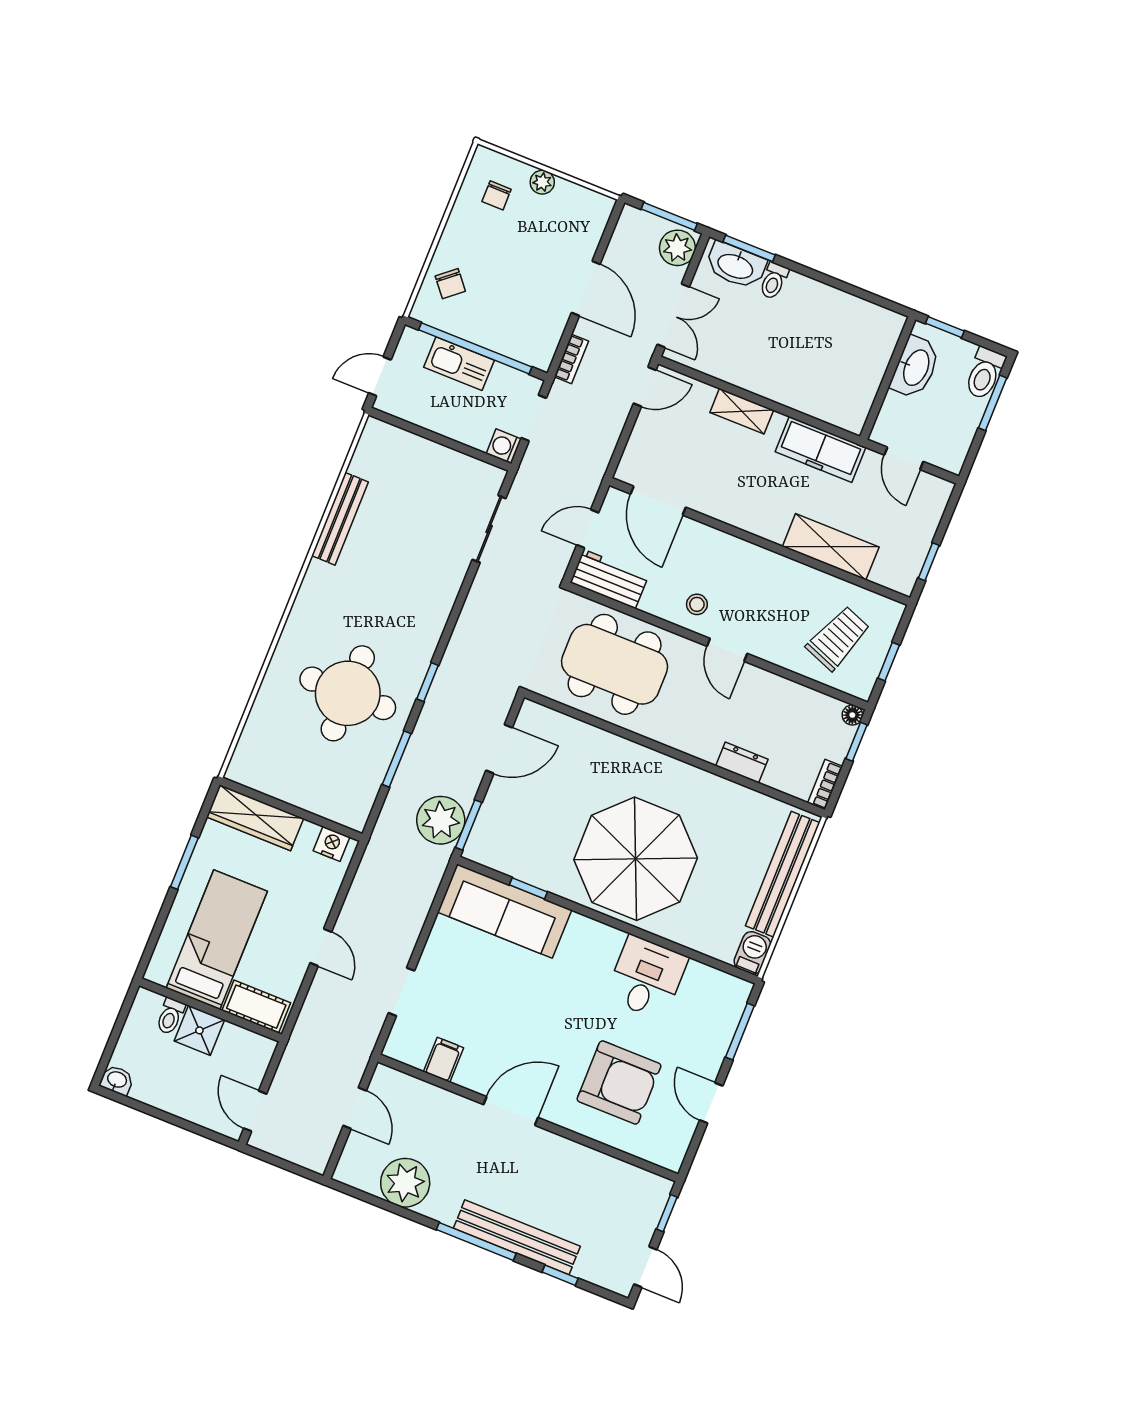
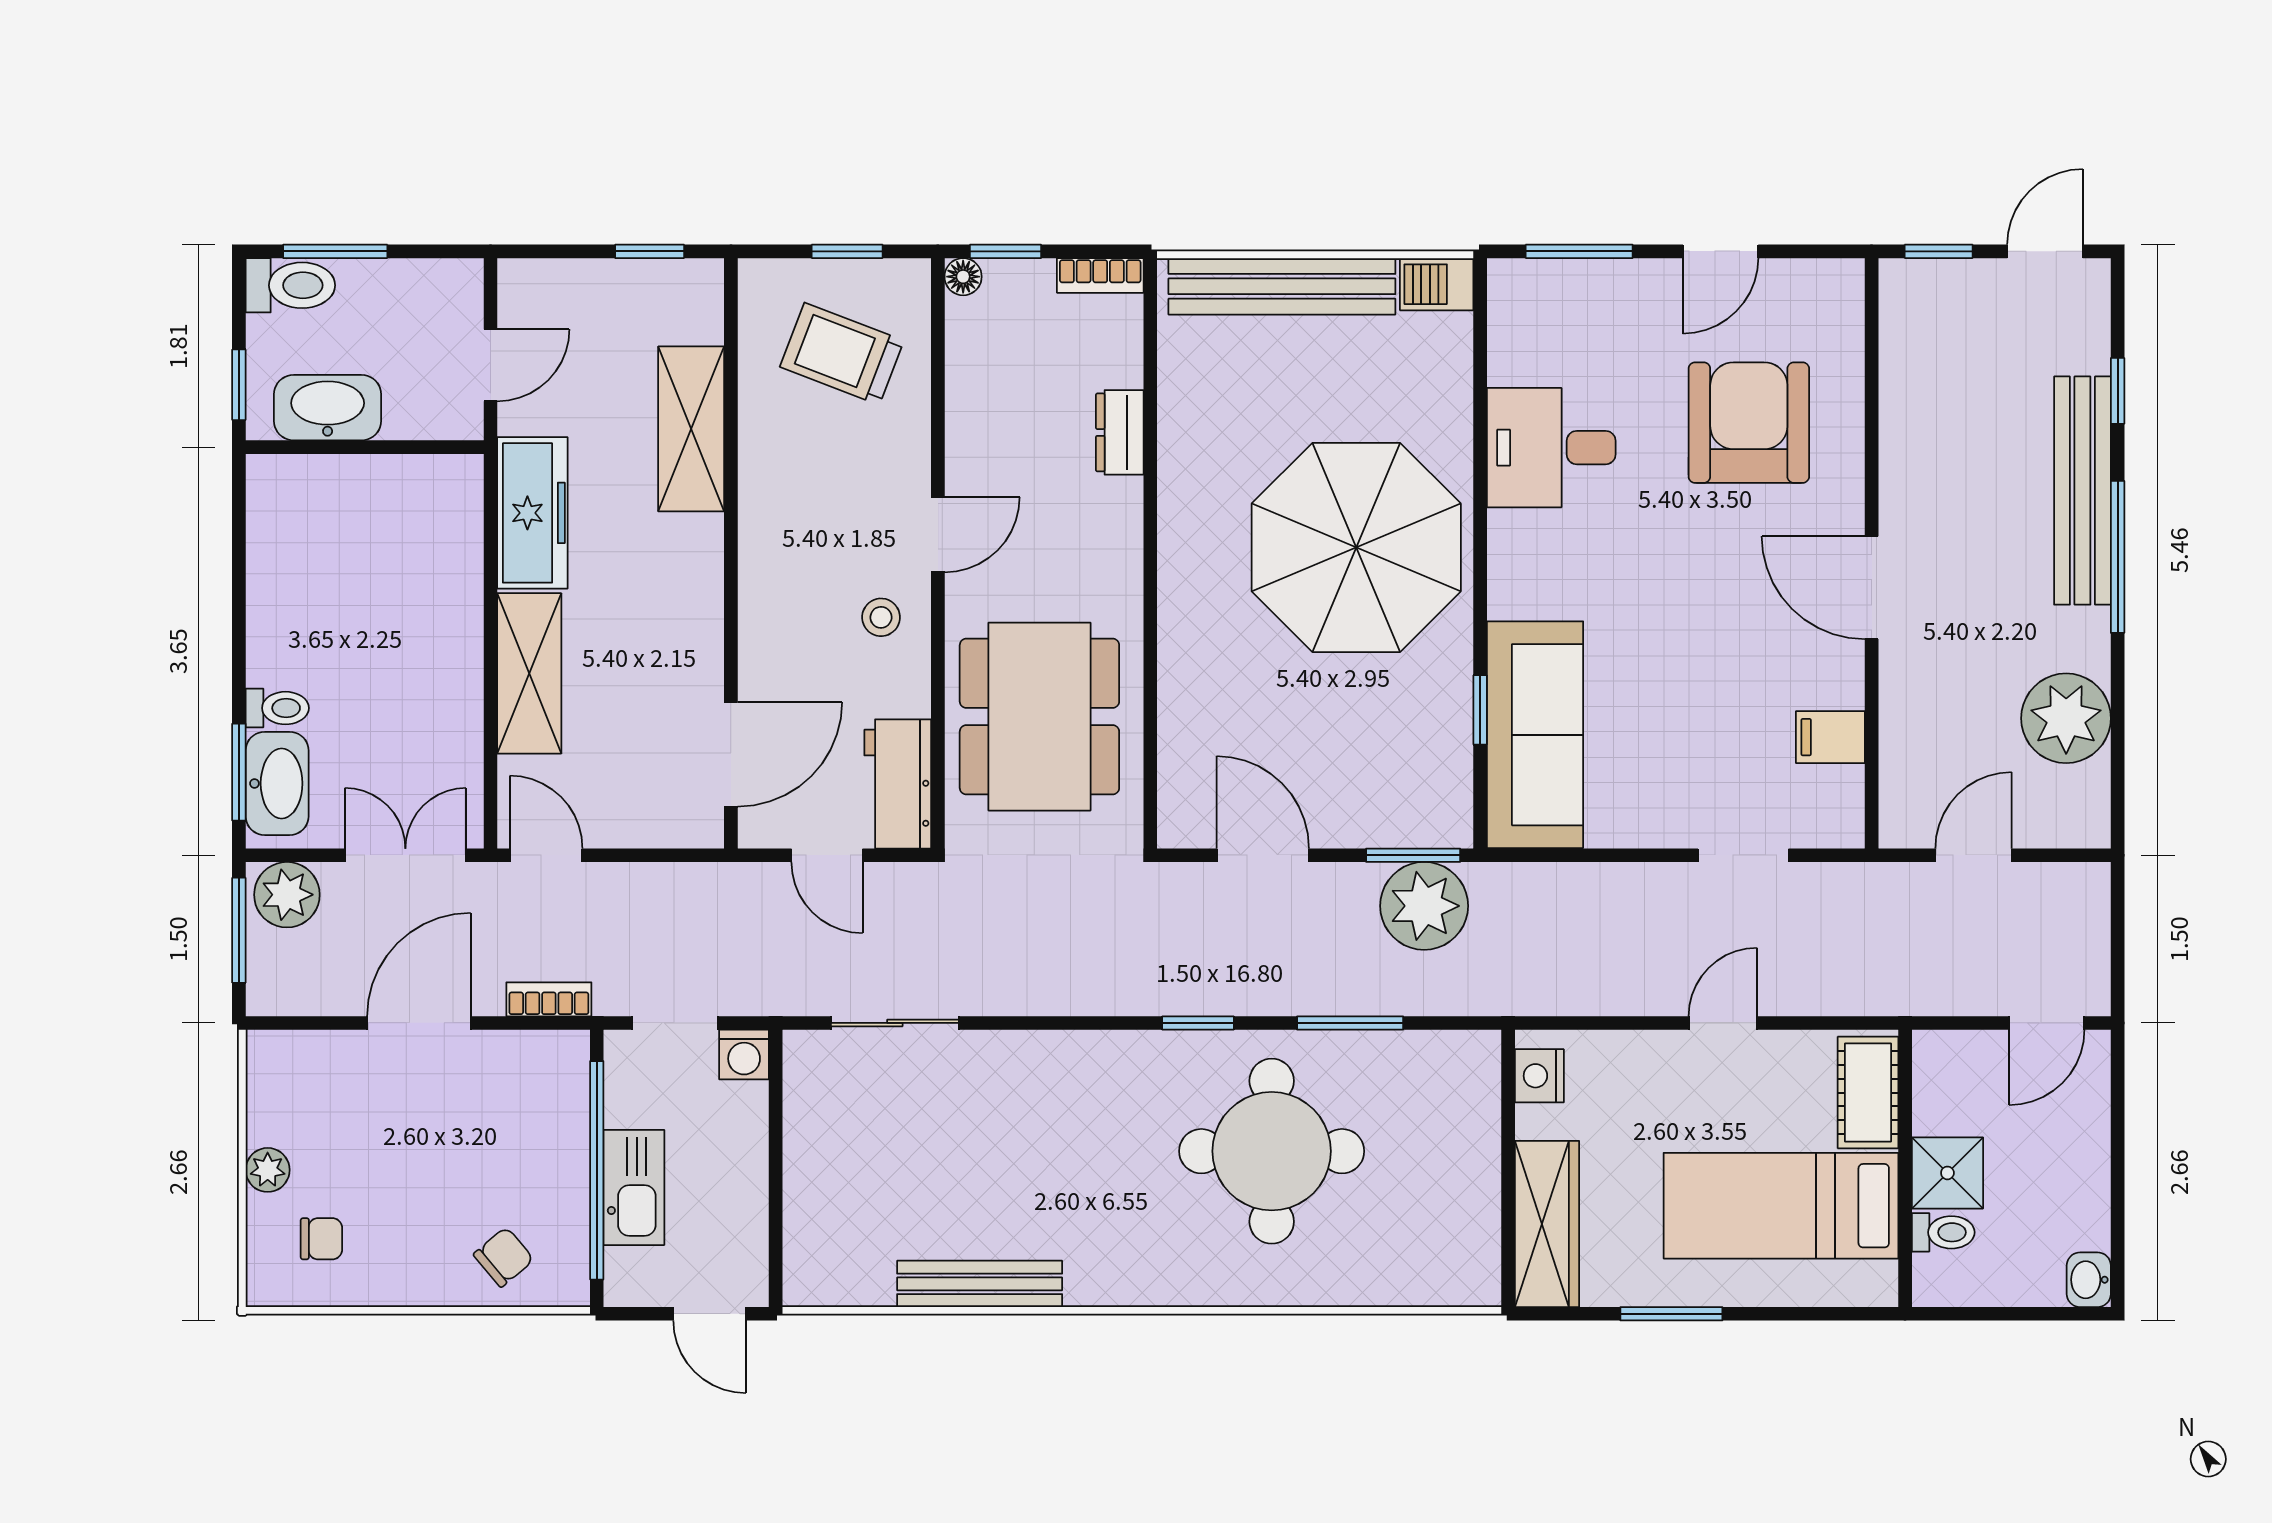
shelving: (742, 411) -> (529, 673), width x1.50, depth x1.33

